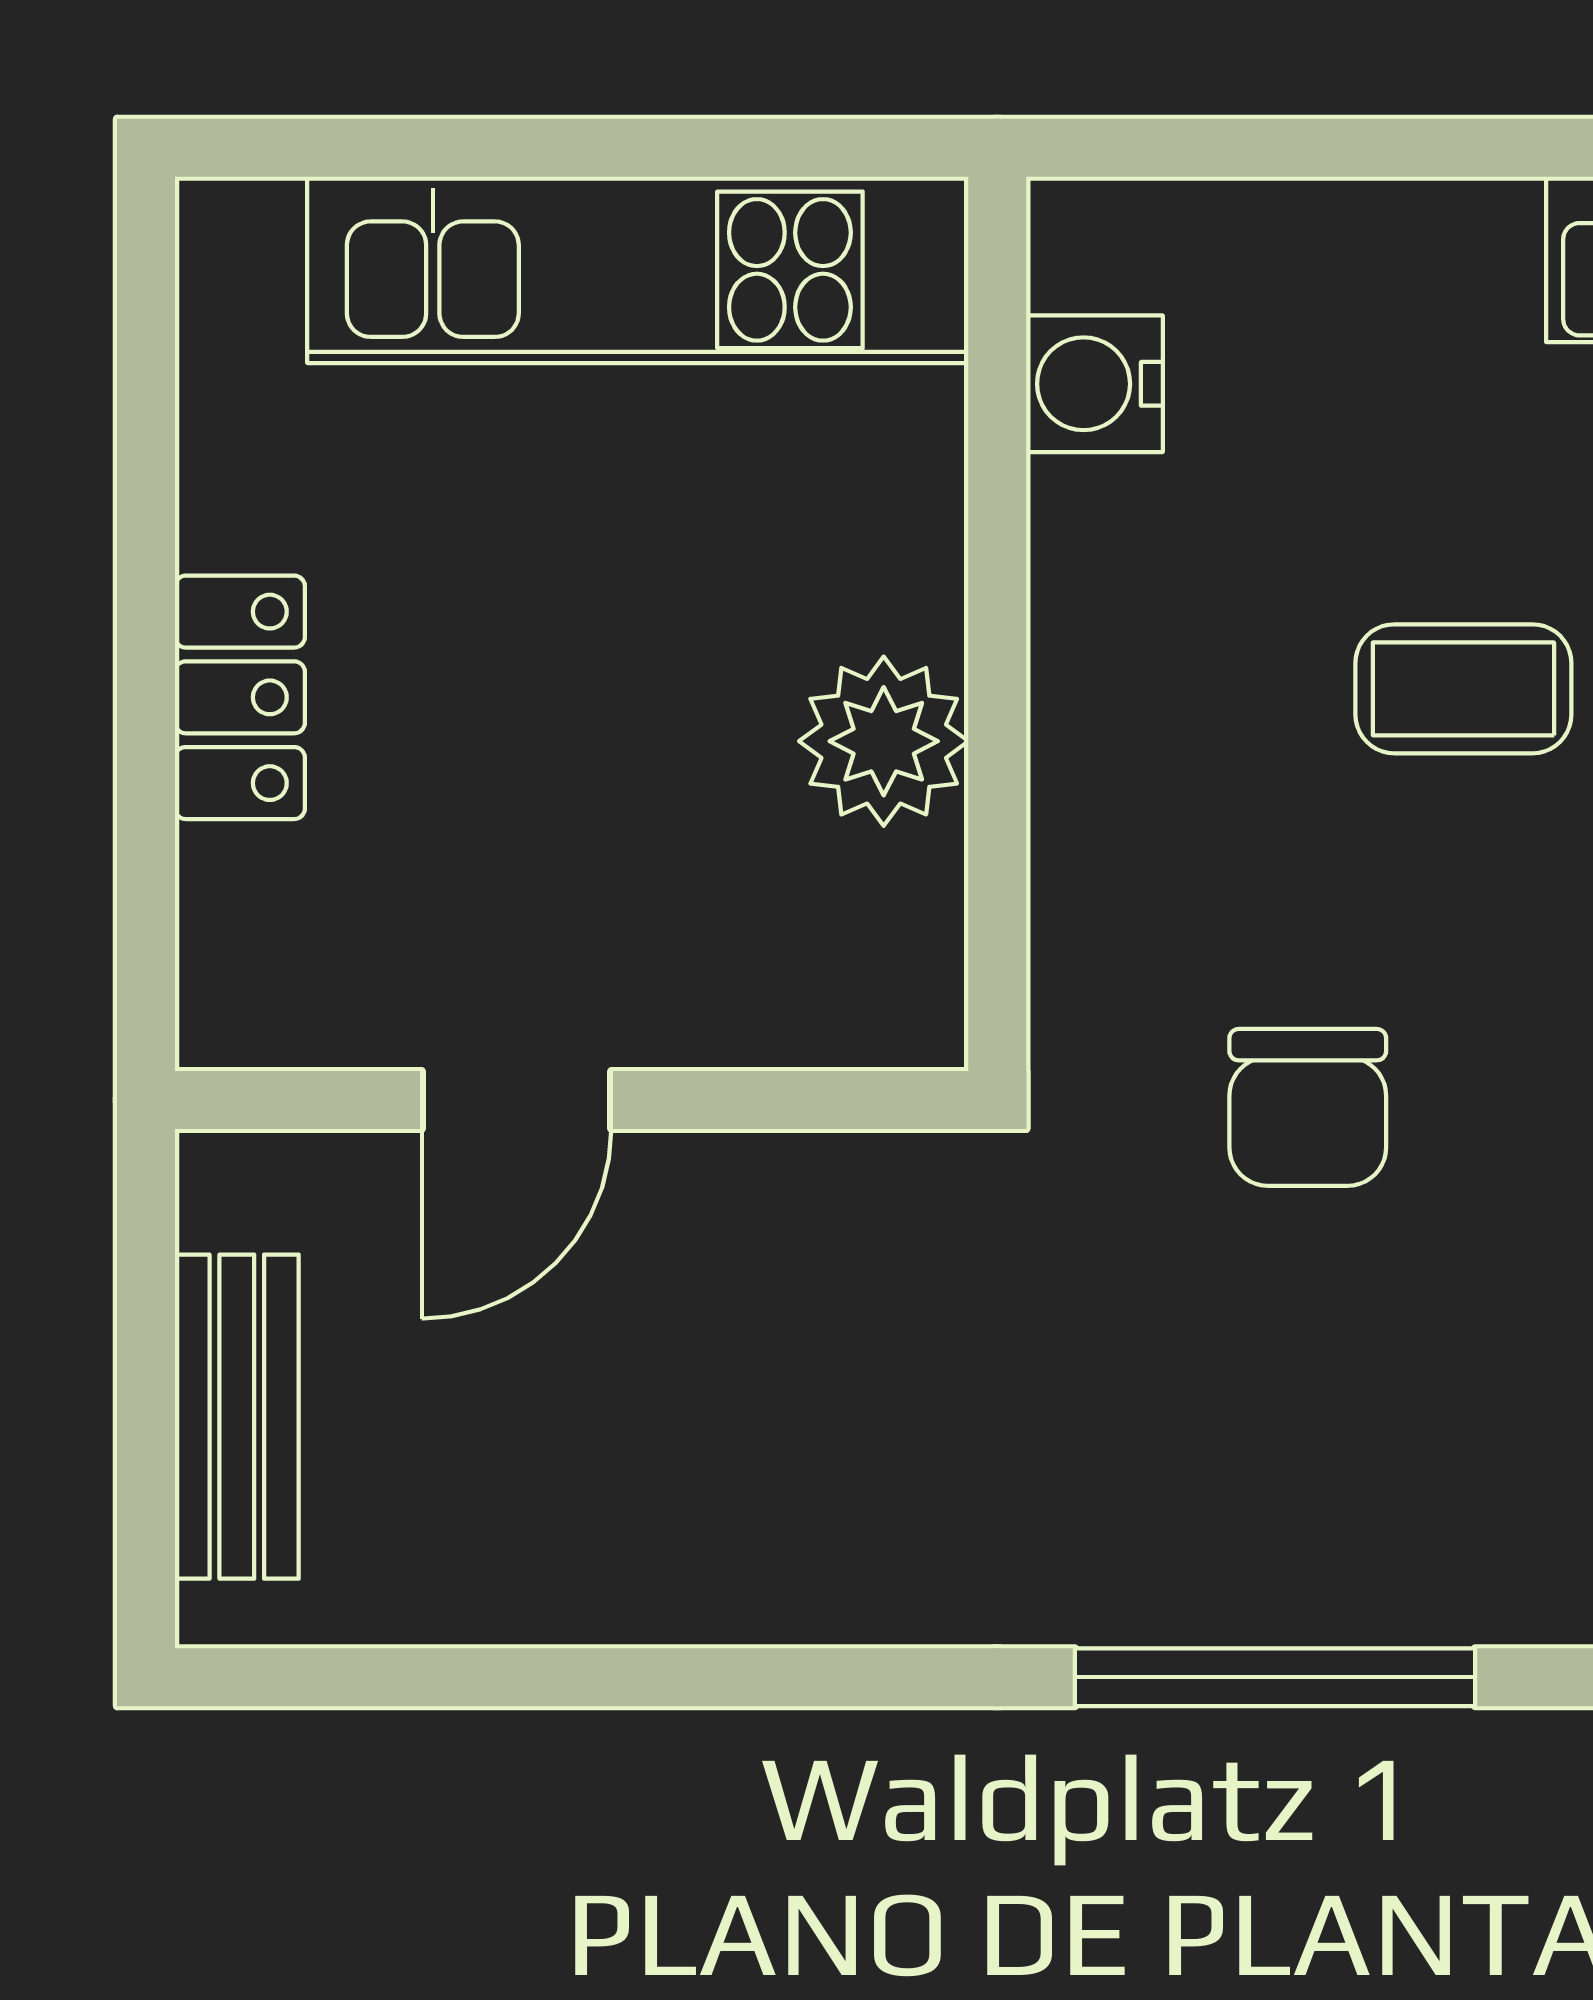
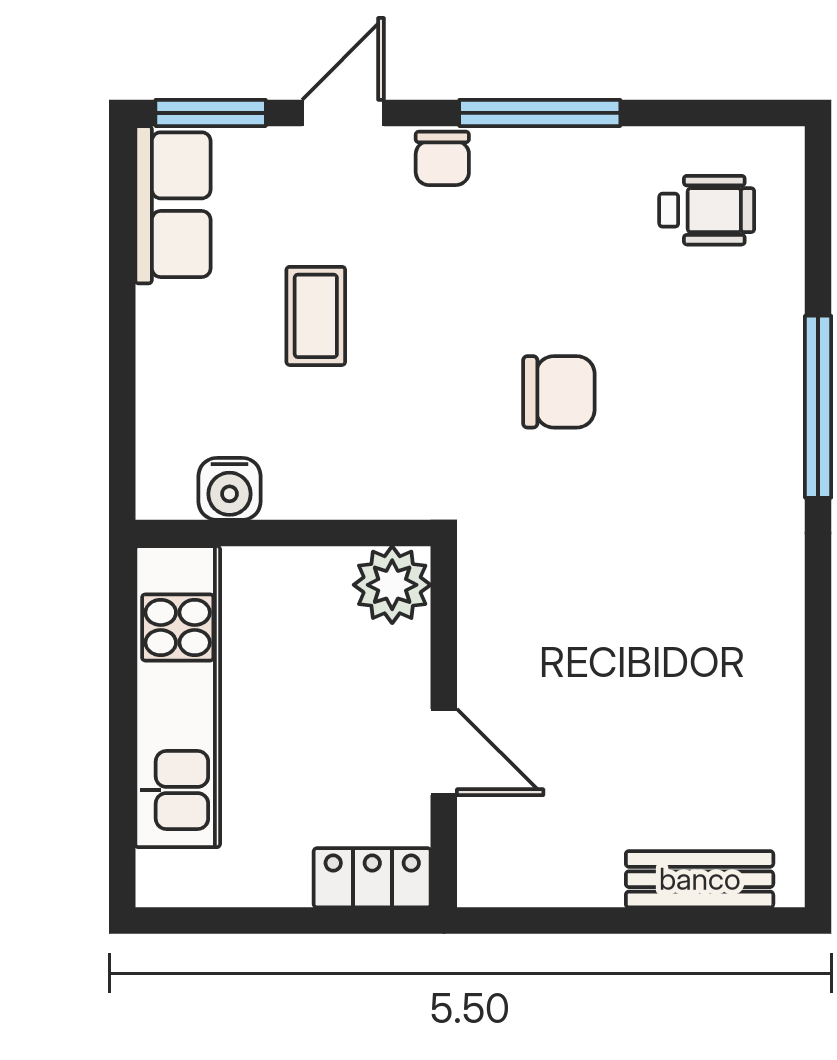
coffee table: (1463, 689) -> (316, 316), moved
door: (516, 1100) -> (444, 752), moved
wall: (572, 1100) -> (444, 727), moved

